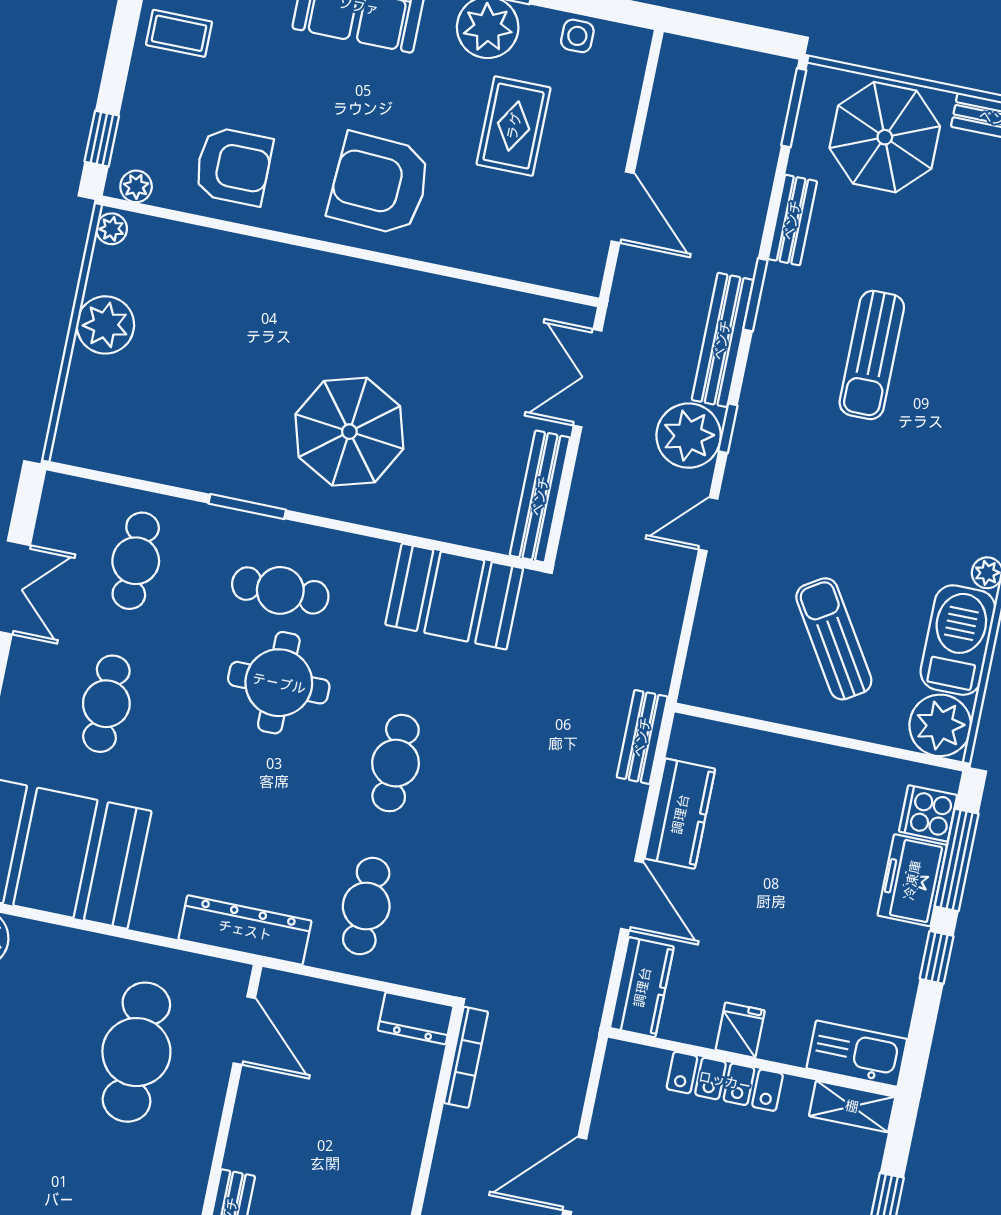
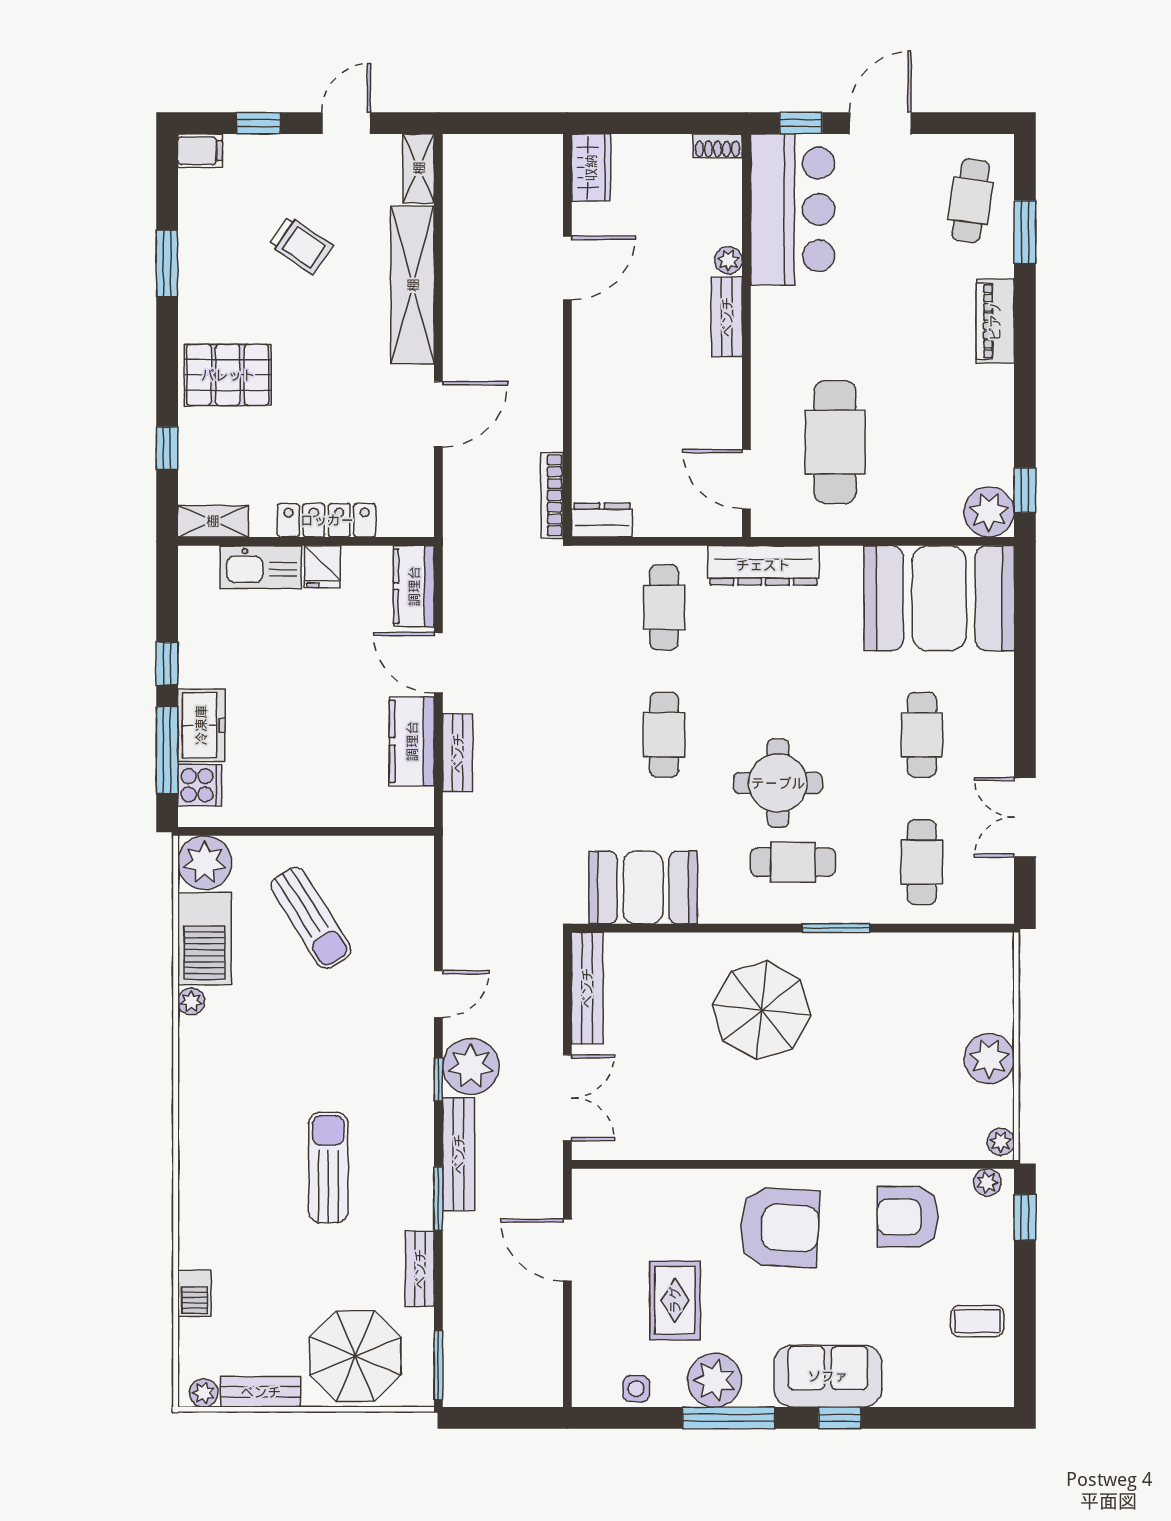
bench: (642, 737) -> (458, 753), moved
kitchen sink: (857, 1054) -> (261, 567), moved

